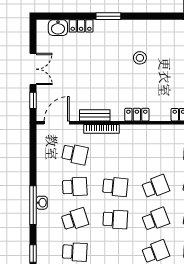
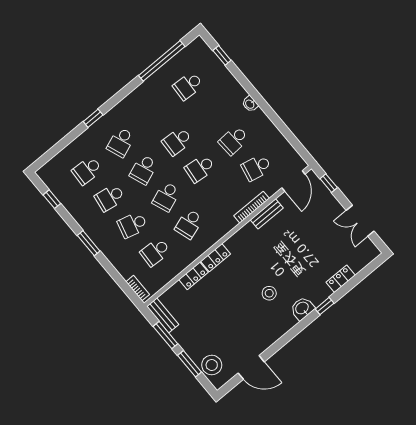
window: (108, 16) -> (325, 306), width x0.67
washbasin: (58, 28) -> (302, 308), moved
double door: (33, 69) -> (360, 221), moved
locker: (137, 115) -> (216, 258), moved
window: (33, 205) -> (256, 96), removed
school desk: (75, 219) -> (189, 224), moved

